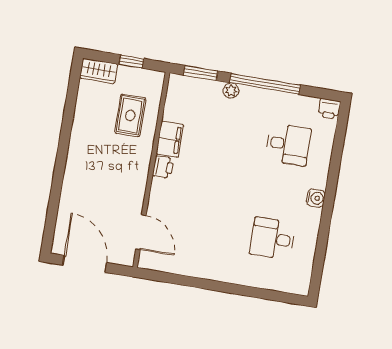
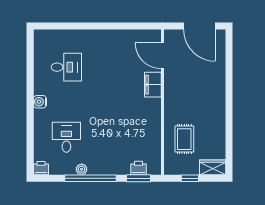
plant: (231, 91) -> (82, 169), moved
filing cabinet: (170, 139) -> (153, 85), moved
desk: (288, 144) -> (66, 137), turned 90
printer: (163, 167) -> (139, 168), moved, turned 90

